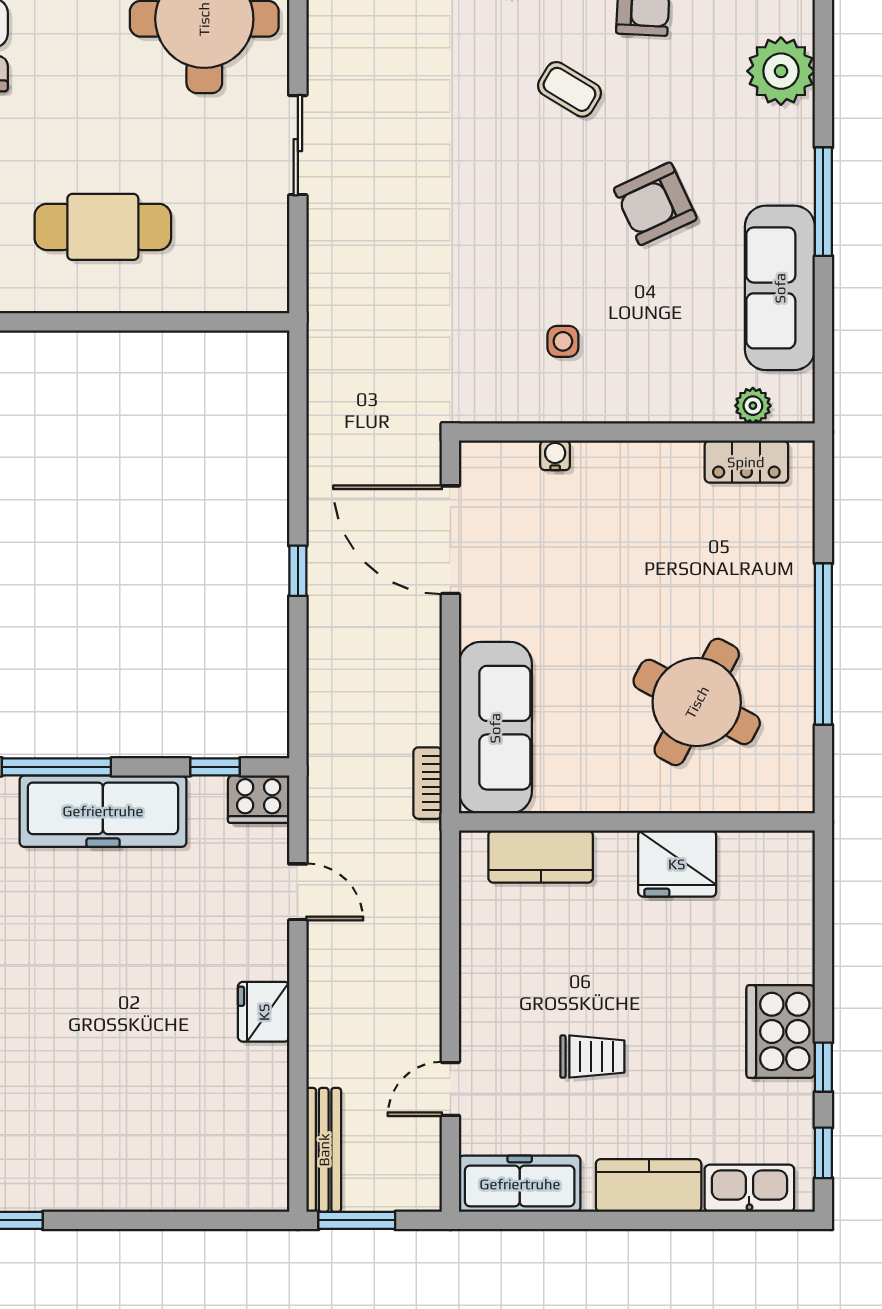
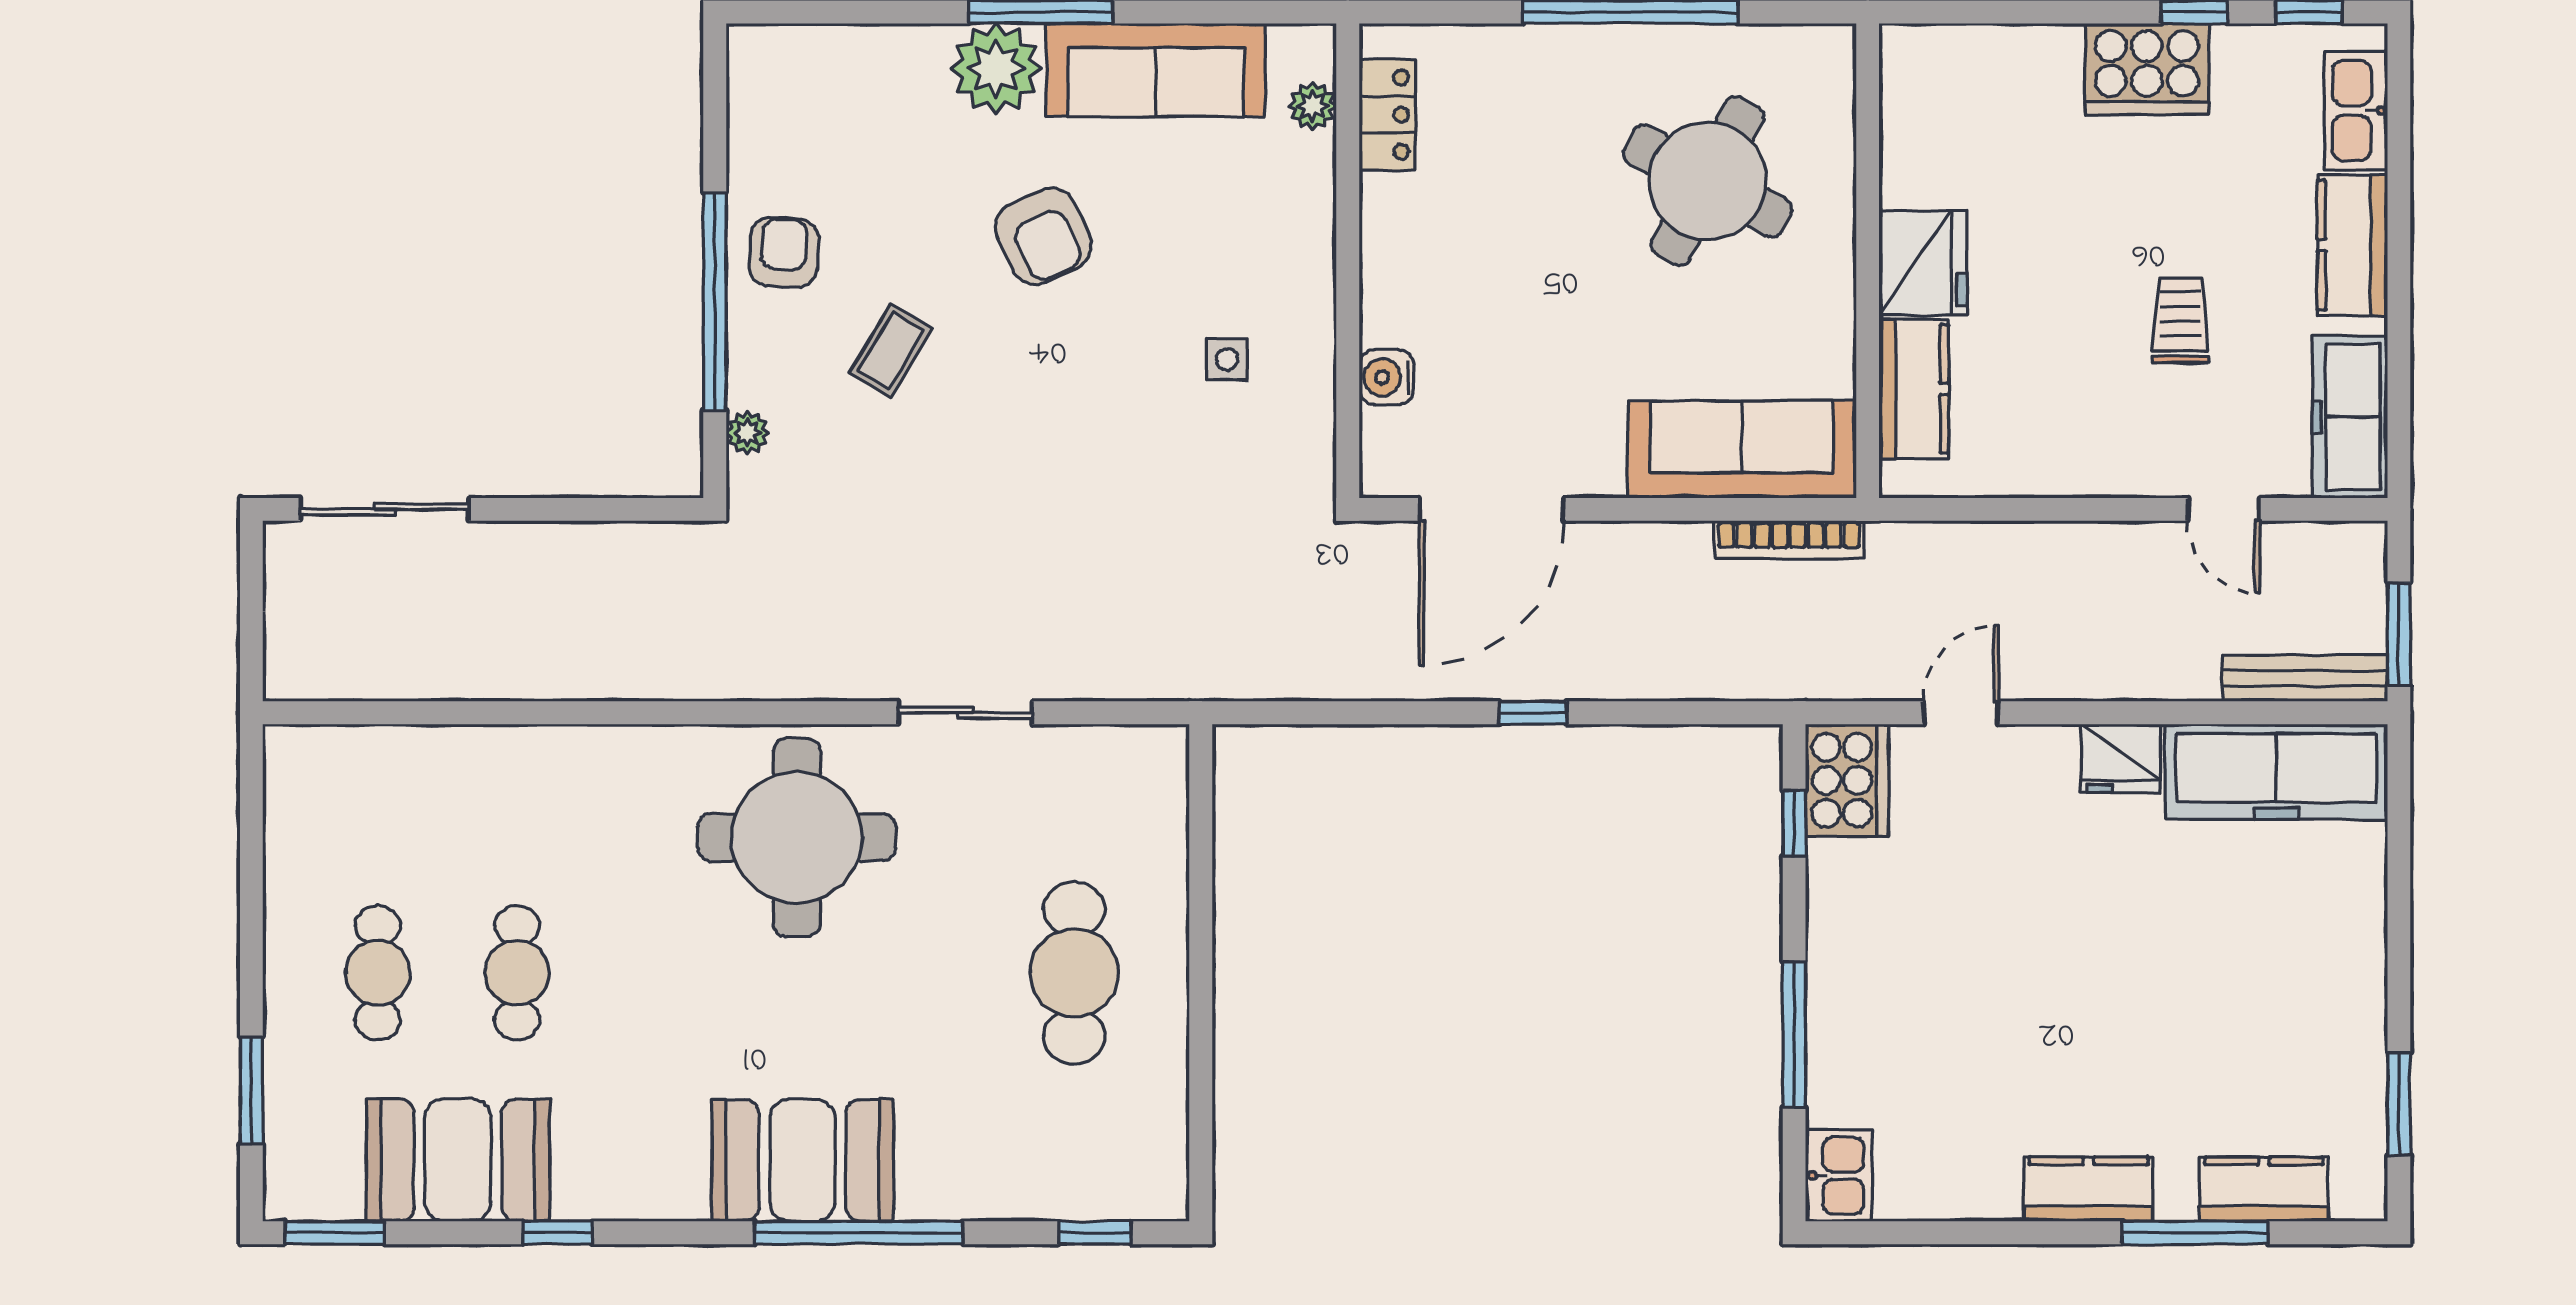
plant: (781, 71) -> (996, 69), moved
water cooler: (555, 455) -> (1386, 377), width x1.38, depth x1.38
bookcase: (428, 783) -> (1789, 540), width x1.56
cooker: (259, 799) -> (1847, 780), width x1.37, depth x1.31
freezer: (103, 811) -> (2276, 772), moved, turned 90
fridge: (677, 864) -> (1923, 263), moved

